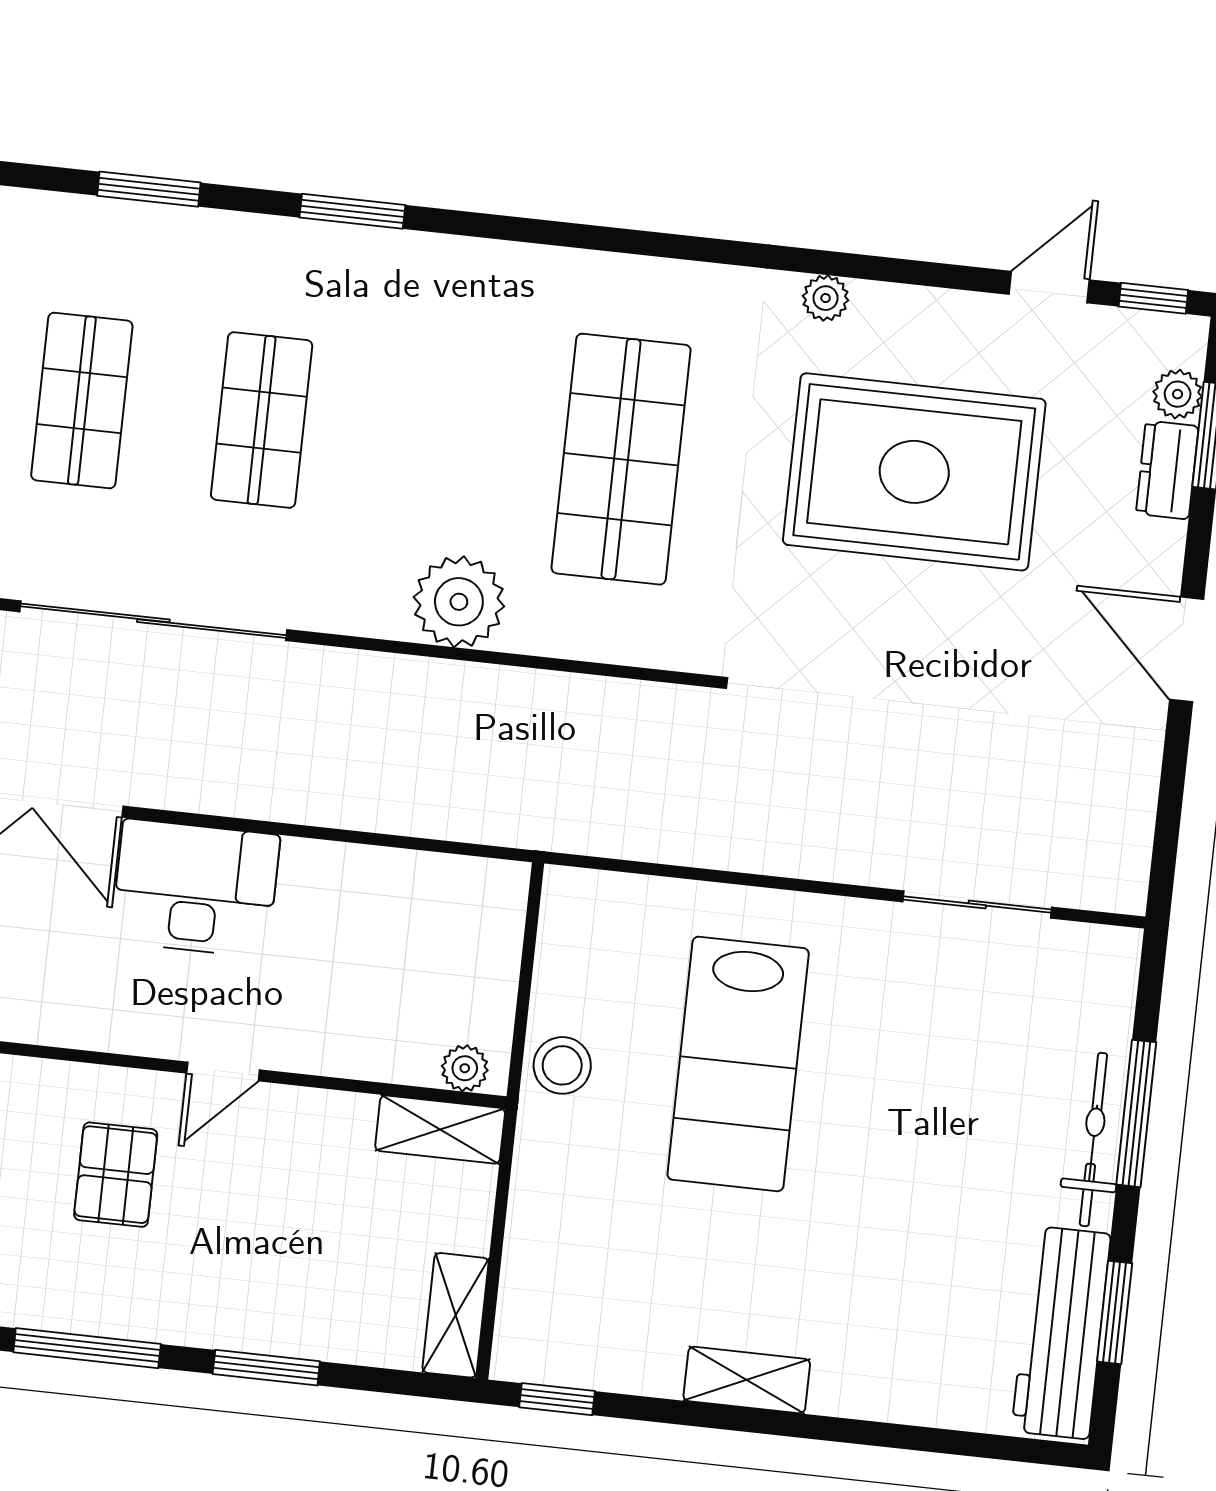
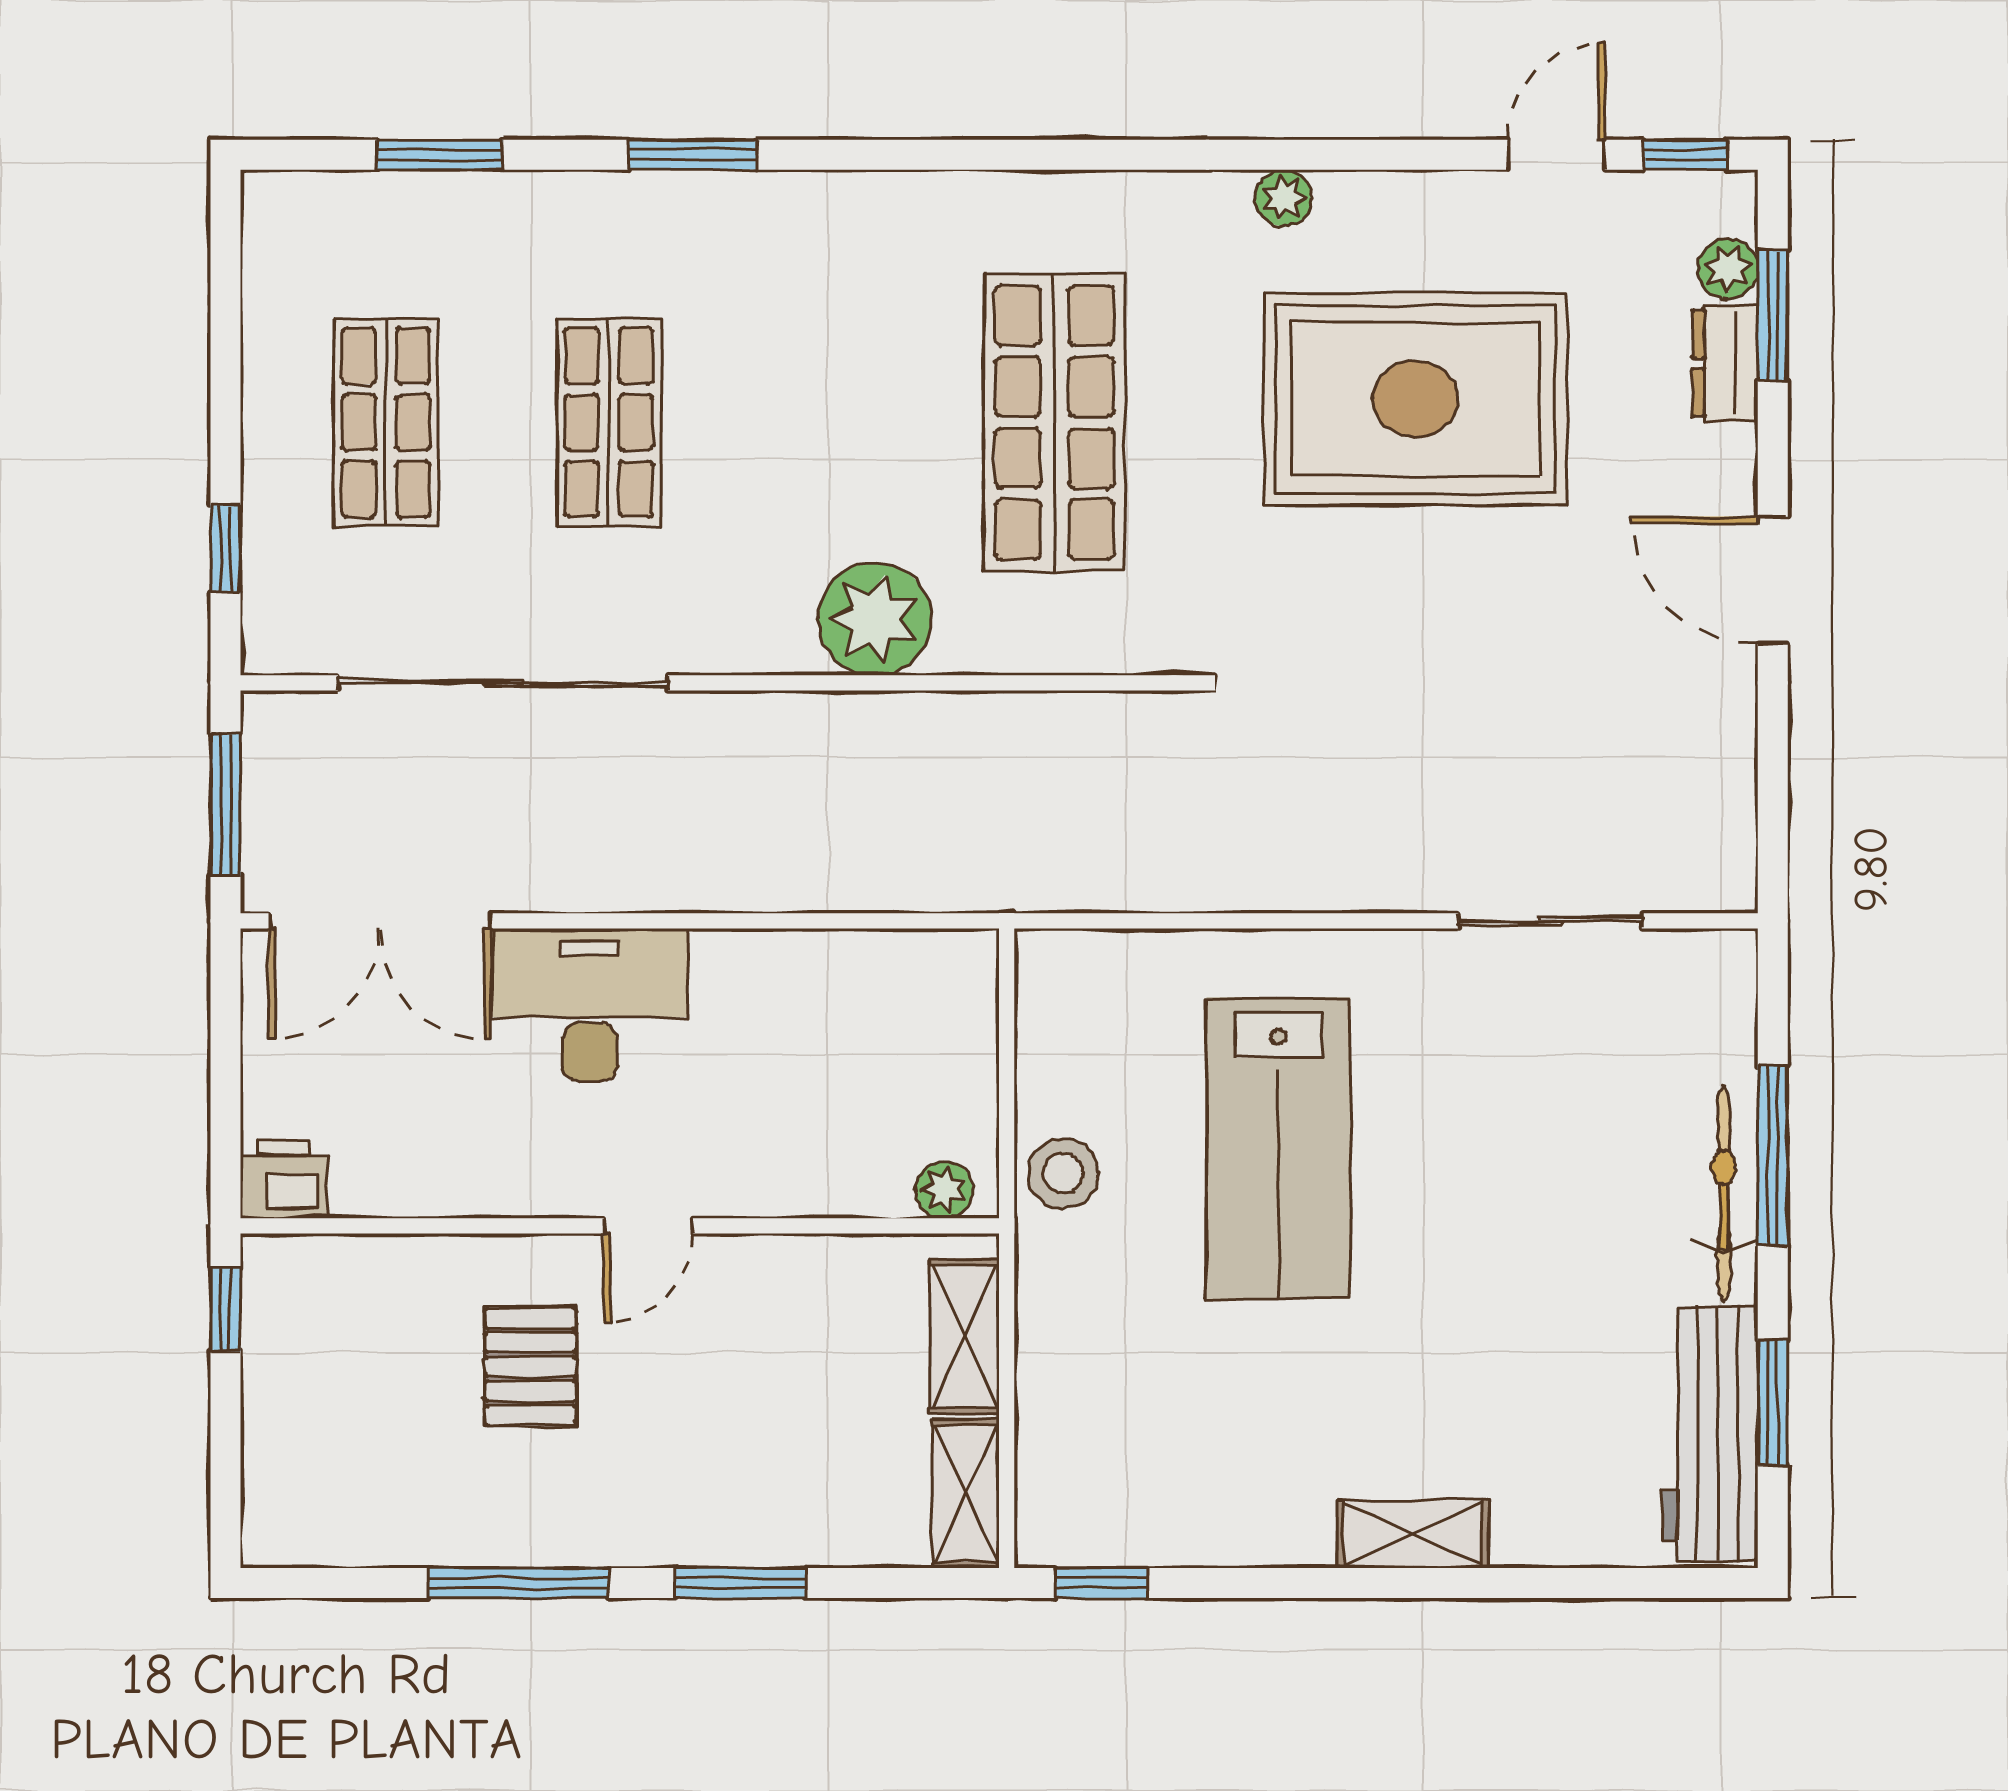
shelving: (440, 1129) -> (964, 1336), moved, turned 90
shelving: (747, 1380) -> (1413, 1534), moved

